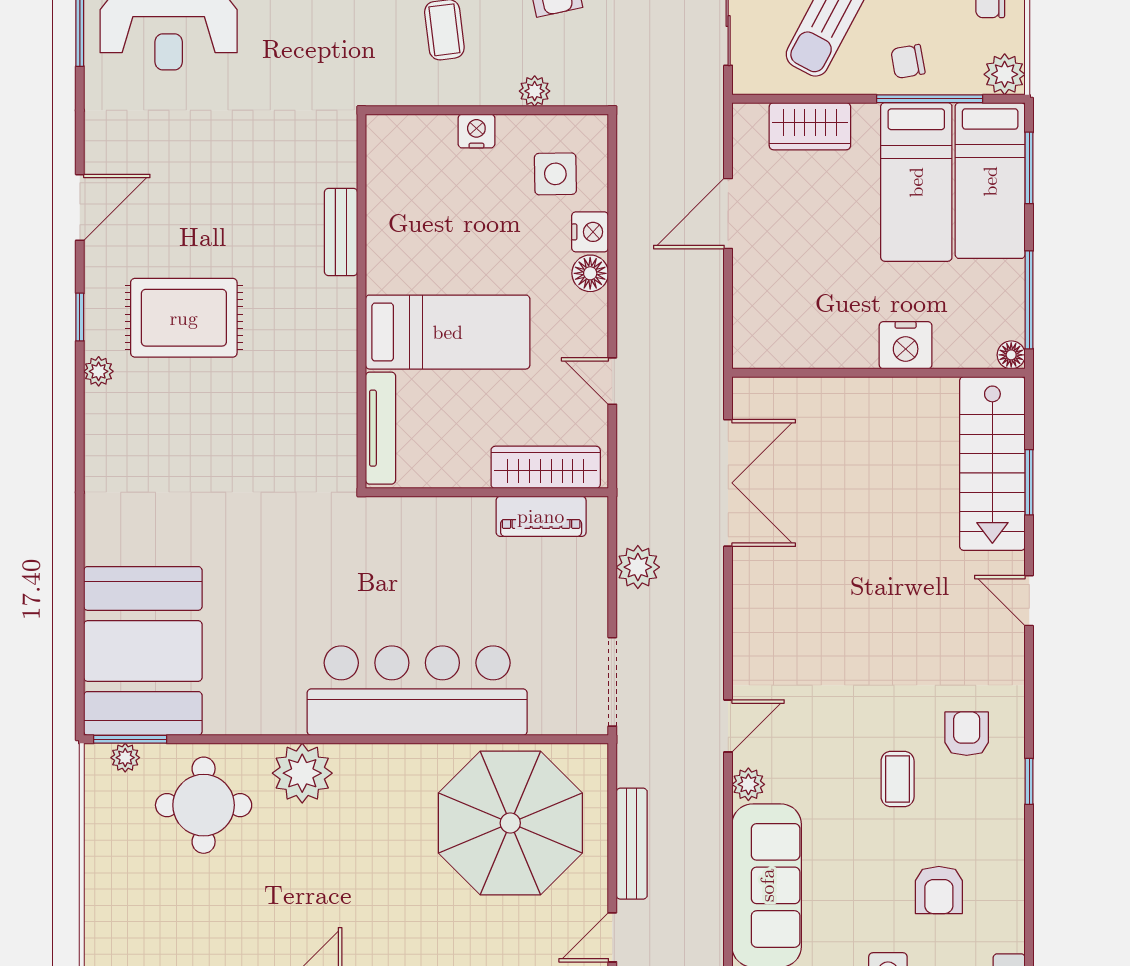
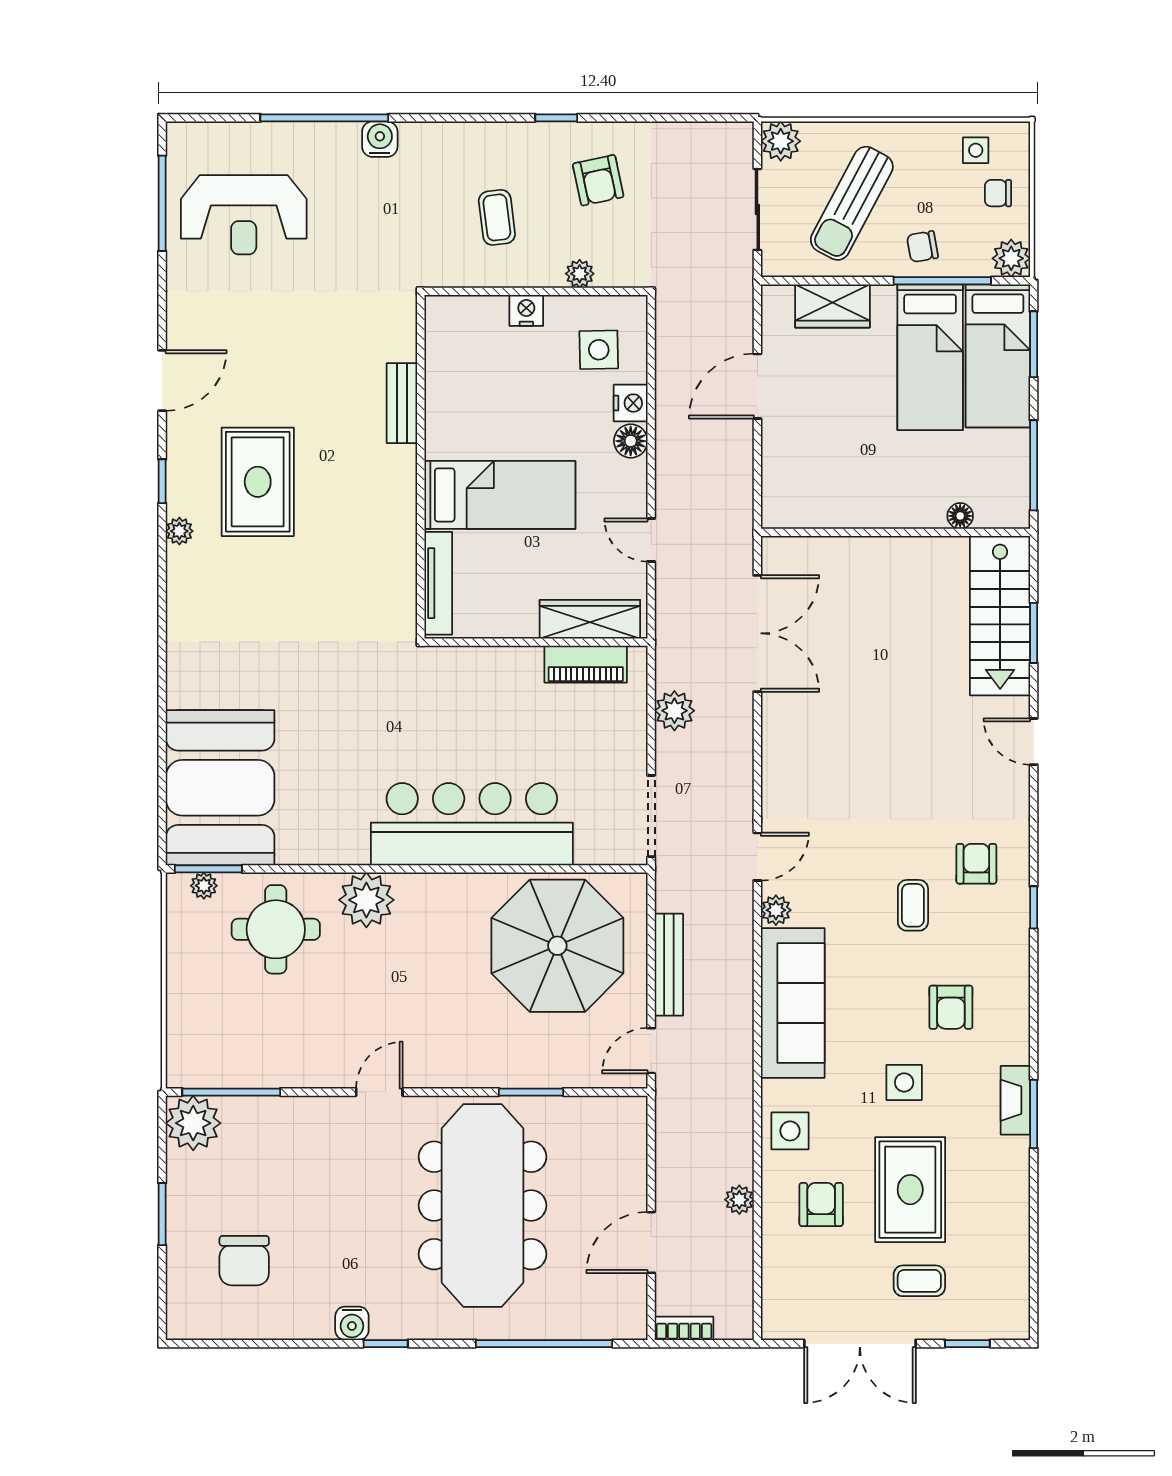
rug: (184, 318) -> (258, 482), turned 90
nightstand: (906, 345) -> (920, 507), removed
floor lamp: (1011, 355) -> (960, 516), moved

